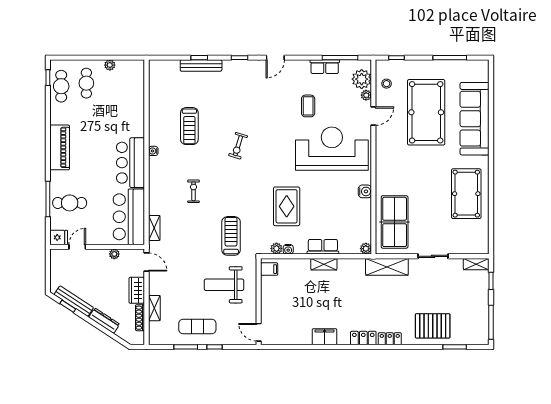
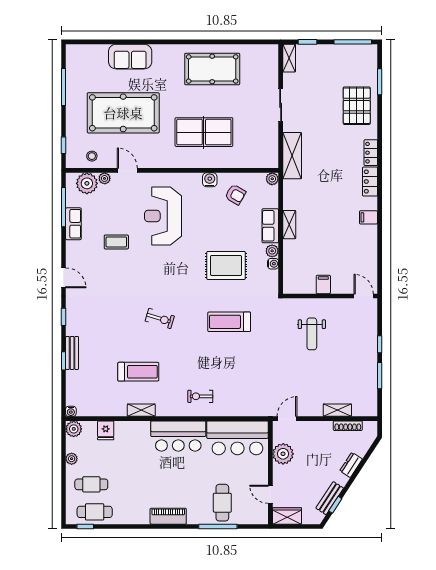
bench: (201, 66) -> (72, 353), width x0.73
plant: (137, 67) -> (74, 429), added
sofa: (475, 119) -> (130, 57), width x0.54, depth x0.79
piano: (60, 147) -> (168, 516), width x0.73, depth x0.75
reception desk: (332, 149) -> (163, 216), width x0.74, depth x0.77
water cooler: (153, 151) -> (71, 411), moved
exercise bike: (194, 191) -> (200, 396), moved
armchair: (351, 215) -> (235, 195), added
table tennis table: (395, 222) -> (204, 132), moved
shelving: (154, 228) -> (141, 410), moved
treadmill: (231, 236) -> (229, 322), moved
fridge: (59, 237) -> (106, 430), moved, turned 180
plant: (276, 248) -> (272, 251), moved
plant: (114, 254) -> (283, 454), width x1.88, depth x1.88
filing cabinet: (269, 269) -> (323, 285), moved
weight bench: (224, 285) -> (312, 334), width x0.73, depth x0.75
wardrobe: (137, 290) -> (287, 516), moved, turned 180
bench: (74, 301) -> (330, 498), width x0.73
dresser: (104, 321) -> (351, 465), width x0.70
exercise mat: (197, 327) -> (357, 363), removed
door: (259, 332) -> (364, 296), swing flipped
filing cabinet: (324, 337) -> (368, 217), width x0.50

